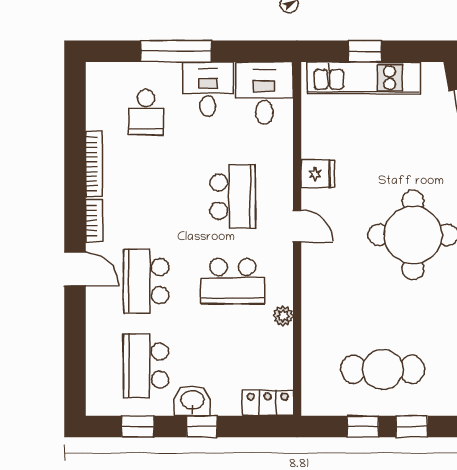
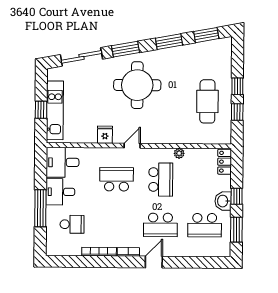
window: (138, 426) -> (236, 230), width x1.50

